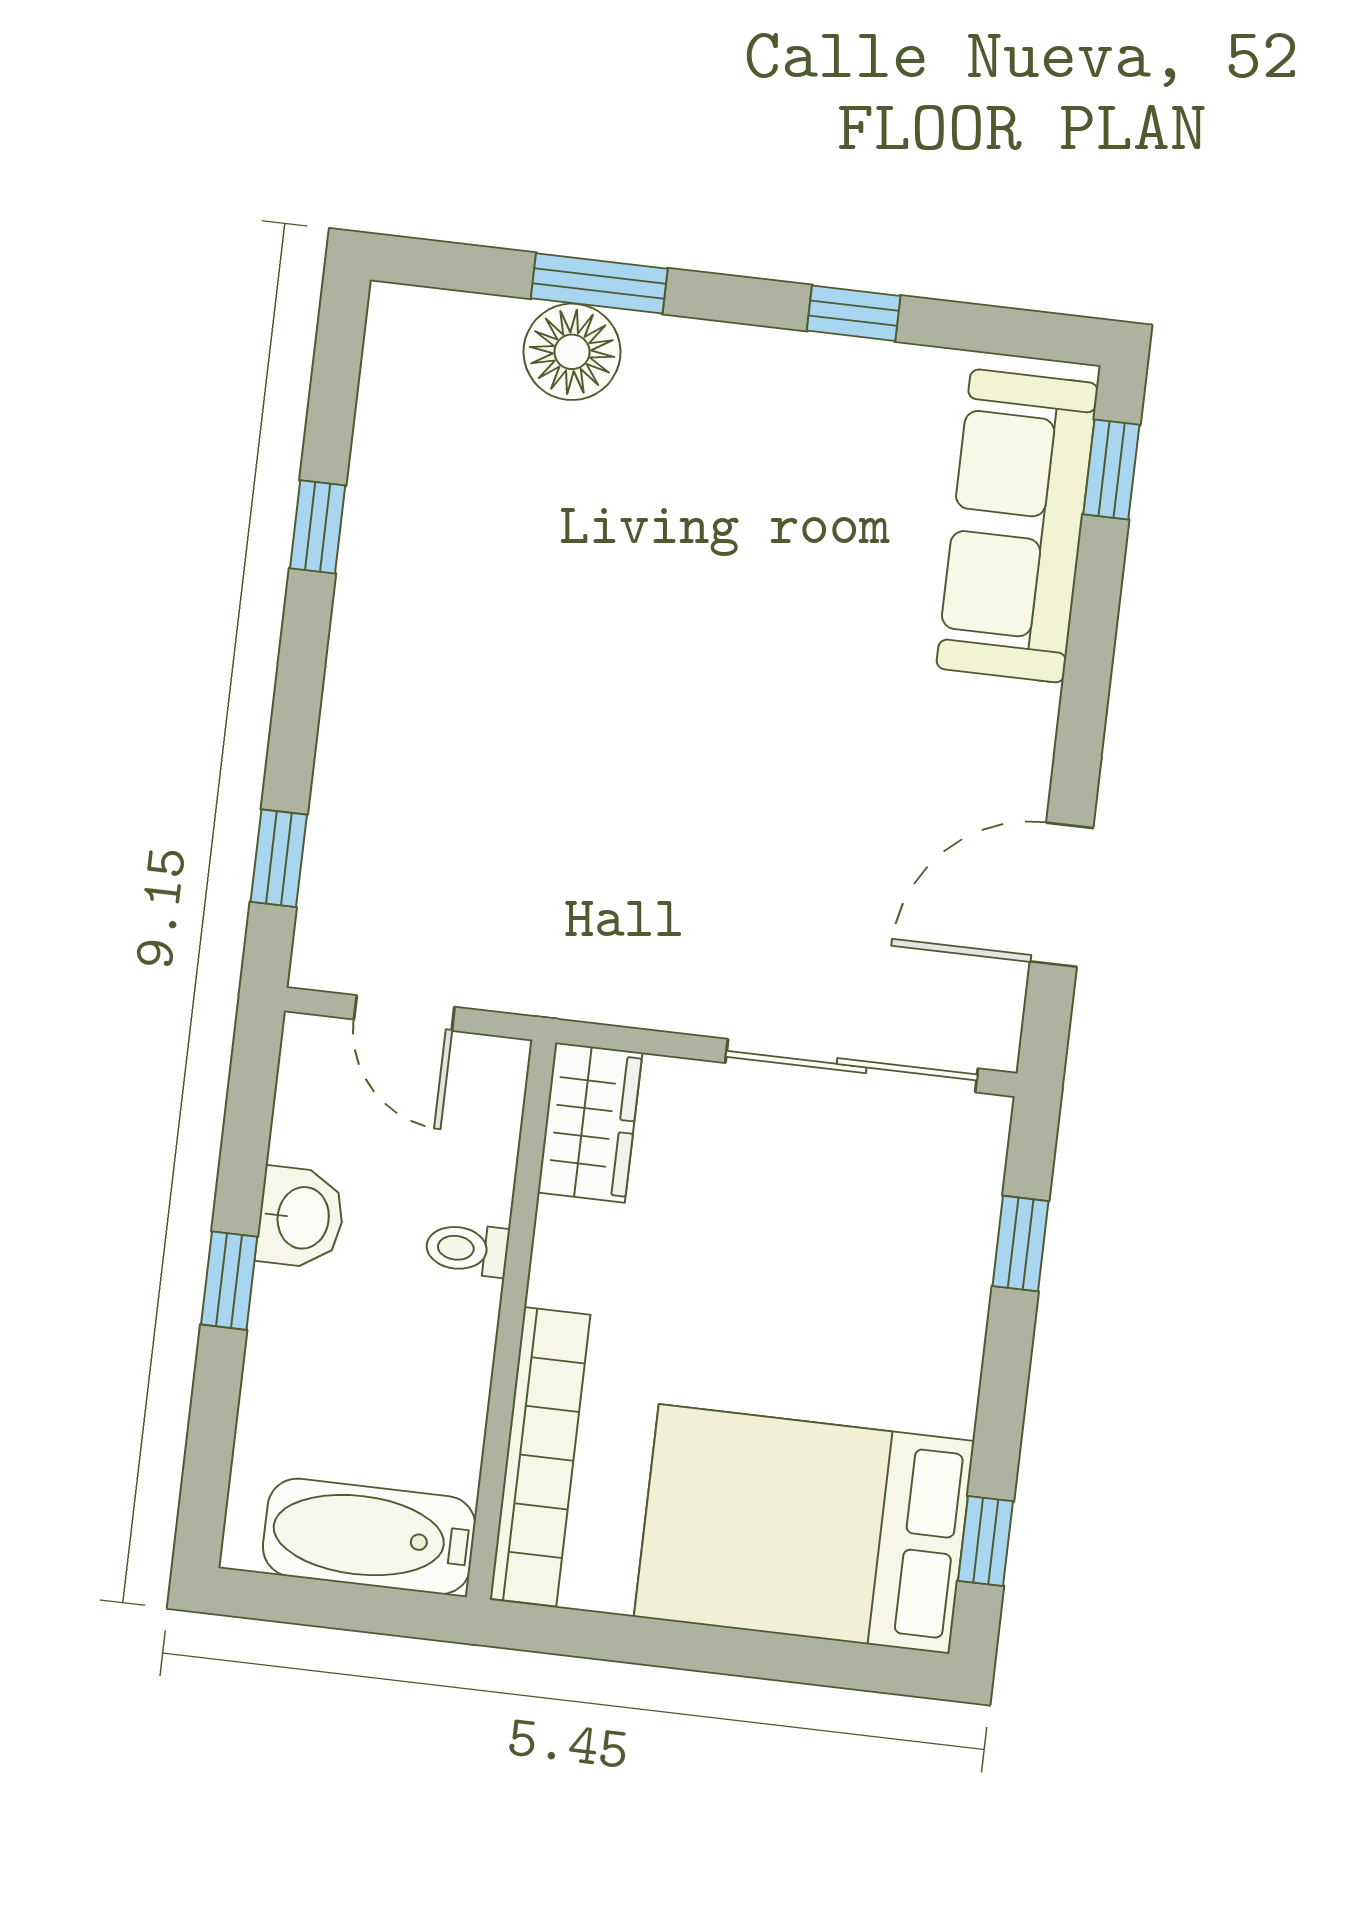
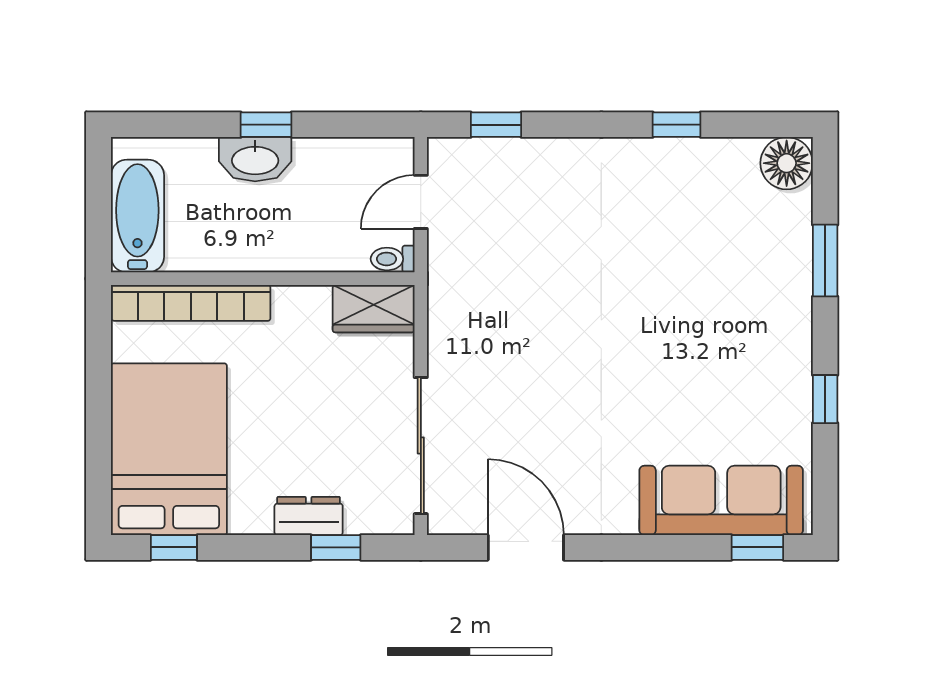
floor lamp: (572, 352) -> (787, 163), moved
washbasin: (301, 1218) -> (255, 159), moved, width x1.38
toilet: (467, 1249) -> (393, 259), moved, turned -90
dresser: (957, 1287) -> (309, 516), added

